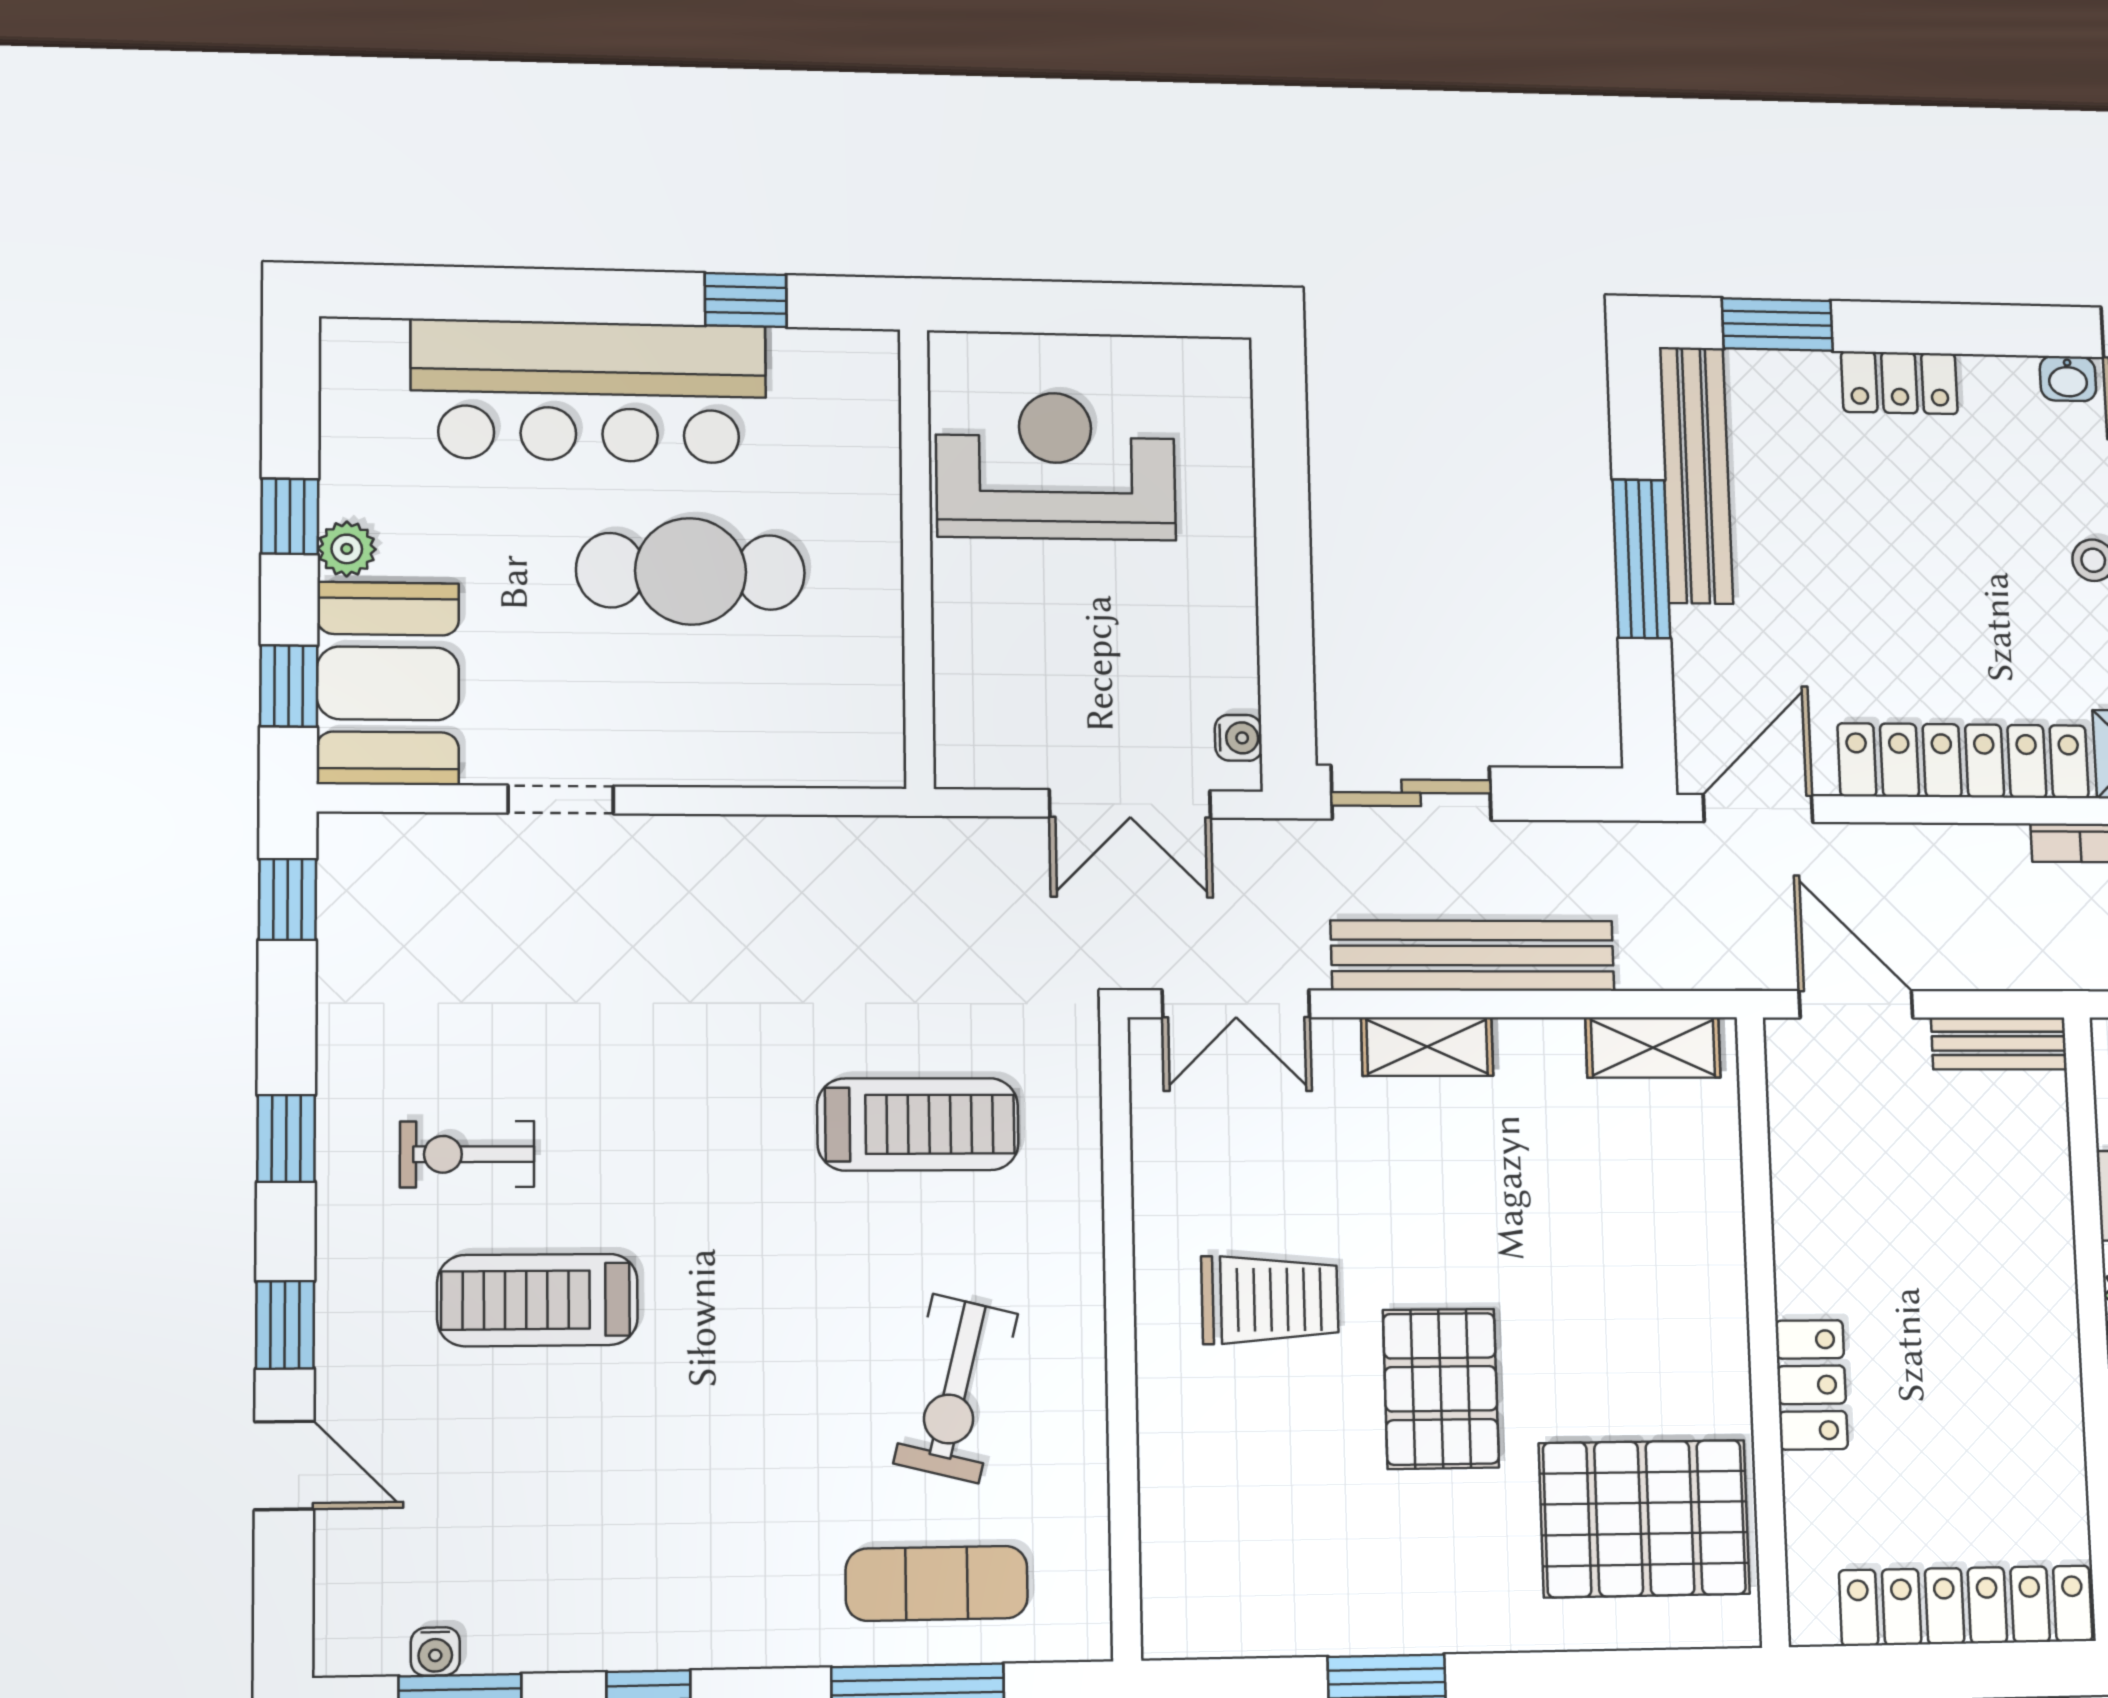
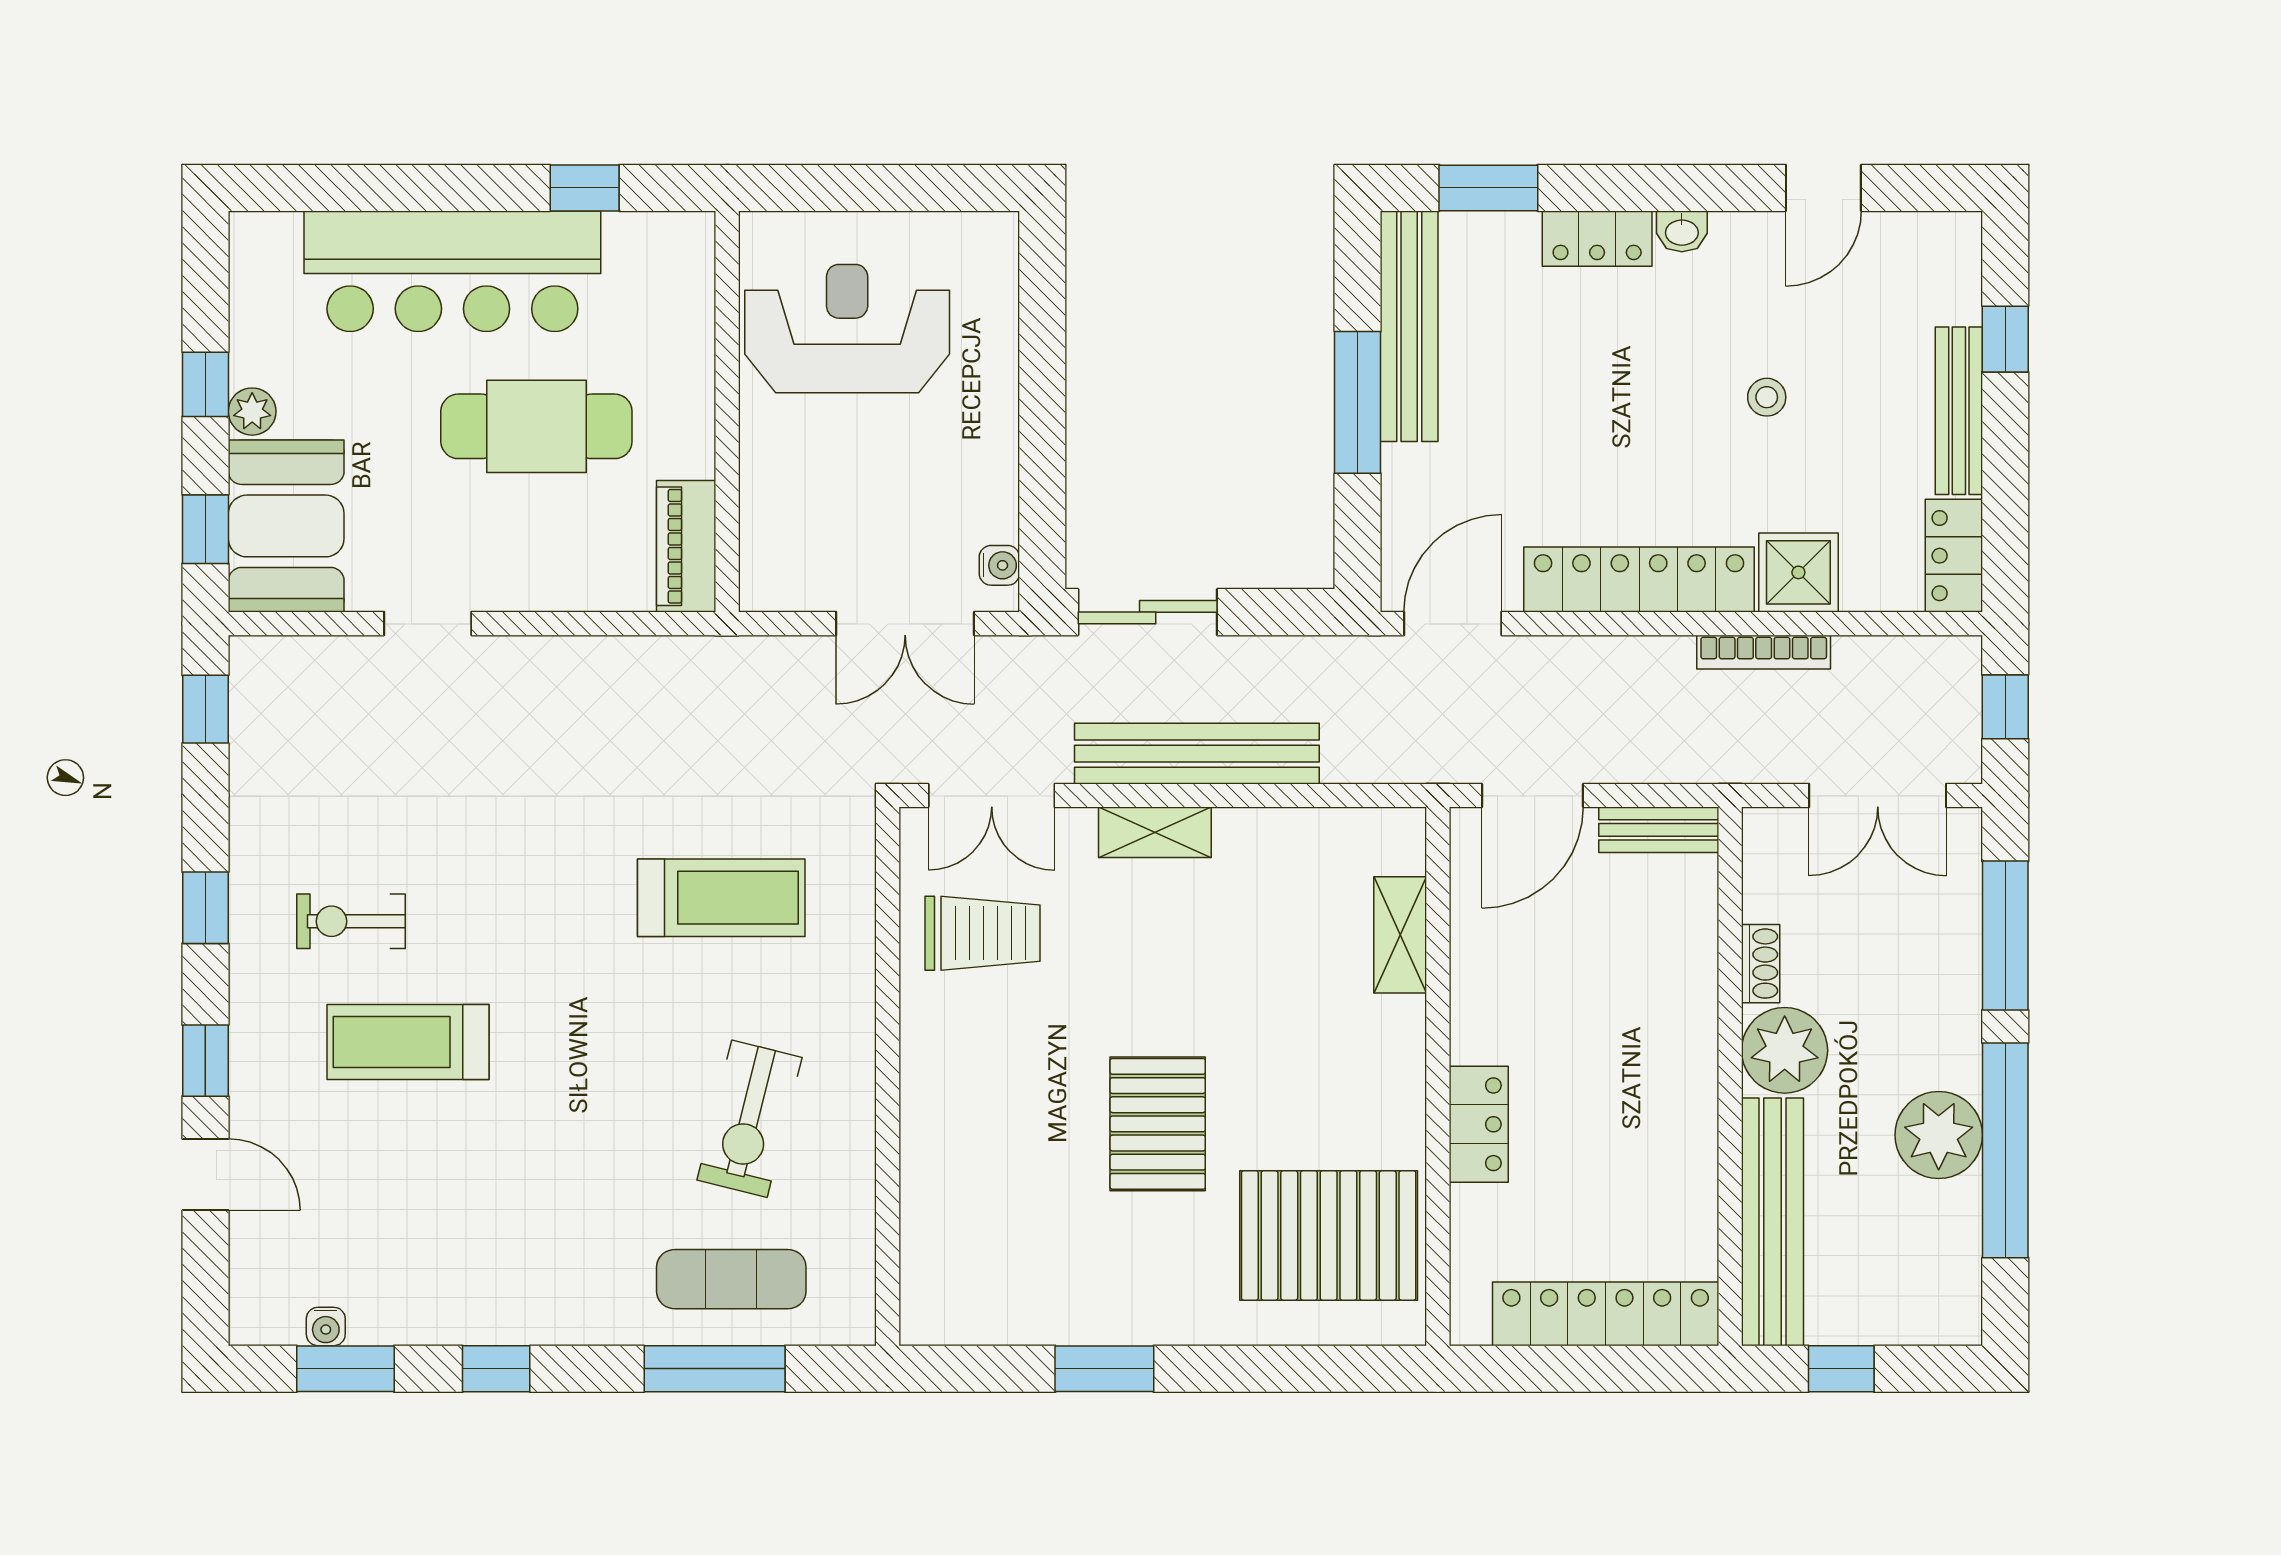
washbasin: (2068, 379) -> (1682, 231), moved
piano: (870, 712) -> (686, 546), added
door: (1856, 1004) -> (1533, 796), swing flipped
shelving: (1653, 1047) -> (1400, 935), moved, turned 90
trolley: (1270, 1300) -> (983, 933), moved

